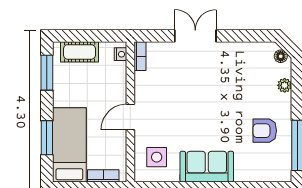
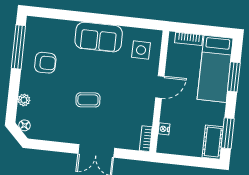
cot: (79, 52) -> (213, 142), moved, turned 90
nightstand: (120, 54) -> (164, 129), moved
coffee table: (211, 93) -> (88, 100), added

